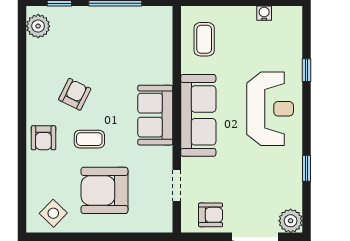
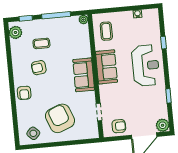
plant: (164, 14) -> (83, 20), added
armchair: (75, 94) -> (39, 68), turned -123
sofa: (198, 115) -> (106, 67), width x0.73
coffee table: (89, 139) -> (41, 43), moved
armchair: (104, 190) -> (60, 118), turned 69

